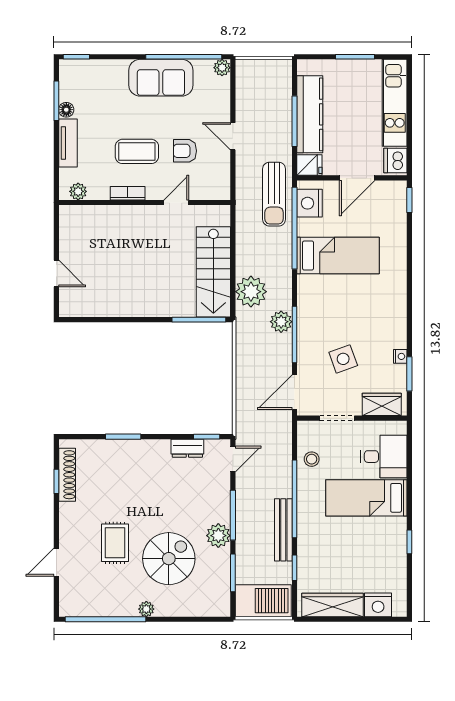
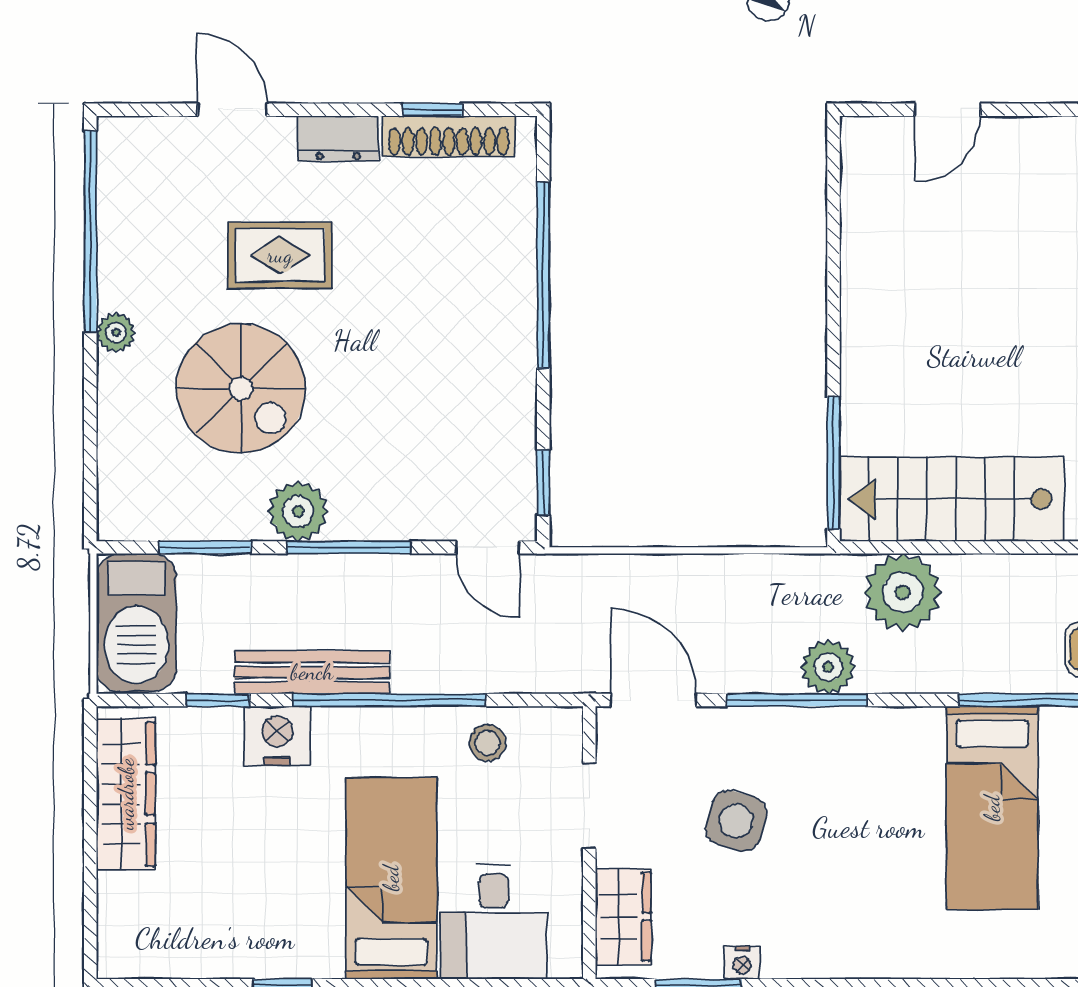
side table: (343, 359) -> (736, 821), turned 36
window: (123, 437) -> (543, 275), width x2.11
dresser: (187, 448) -> (338, 138), moved, turned -90
nightstand: (378, 605) -> (277, 736), moved, turned 90

